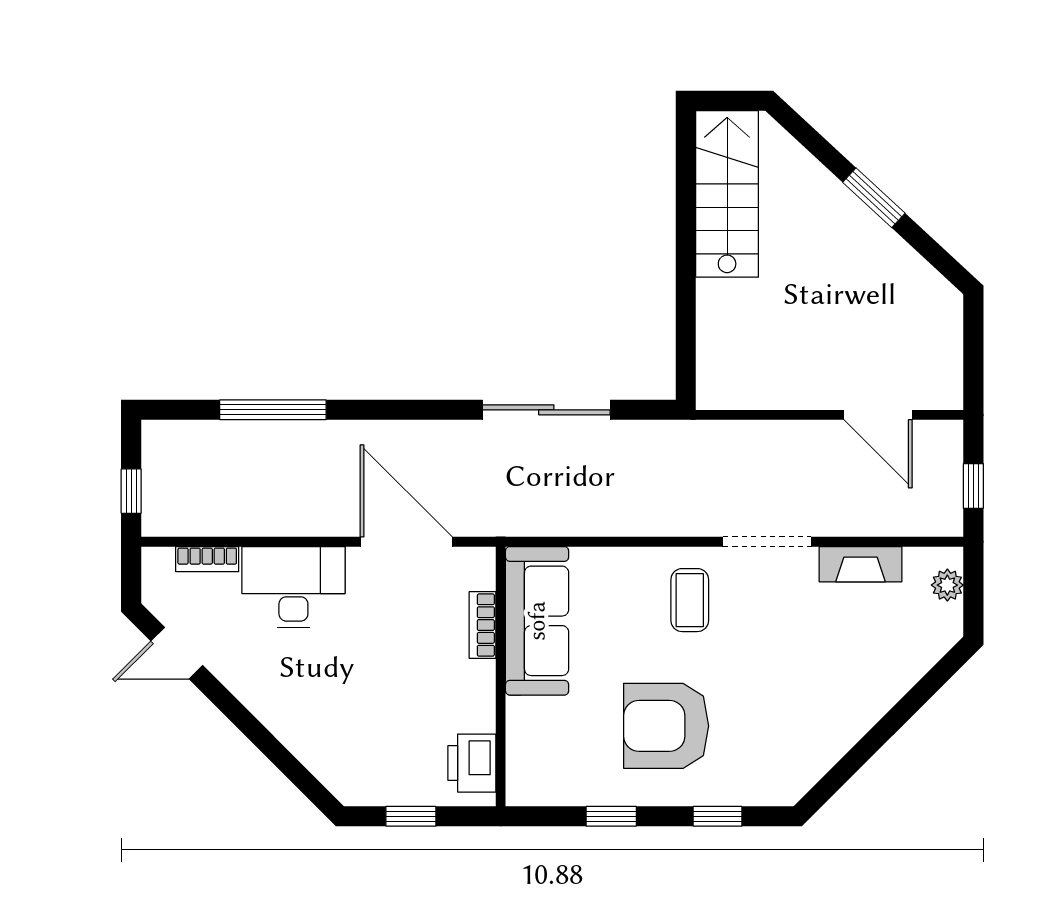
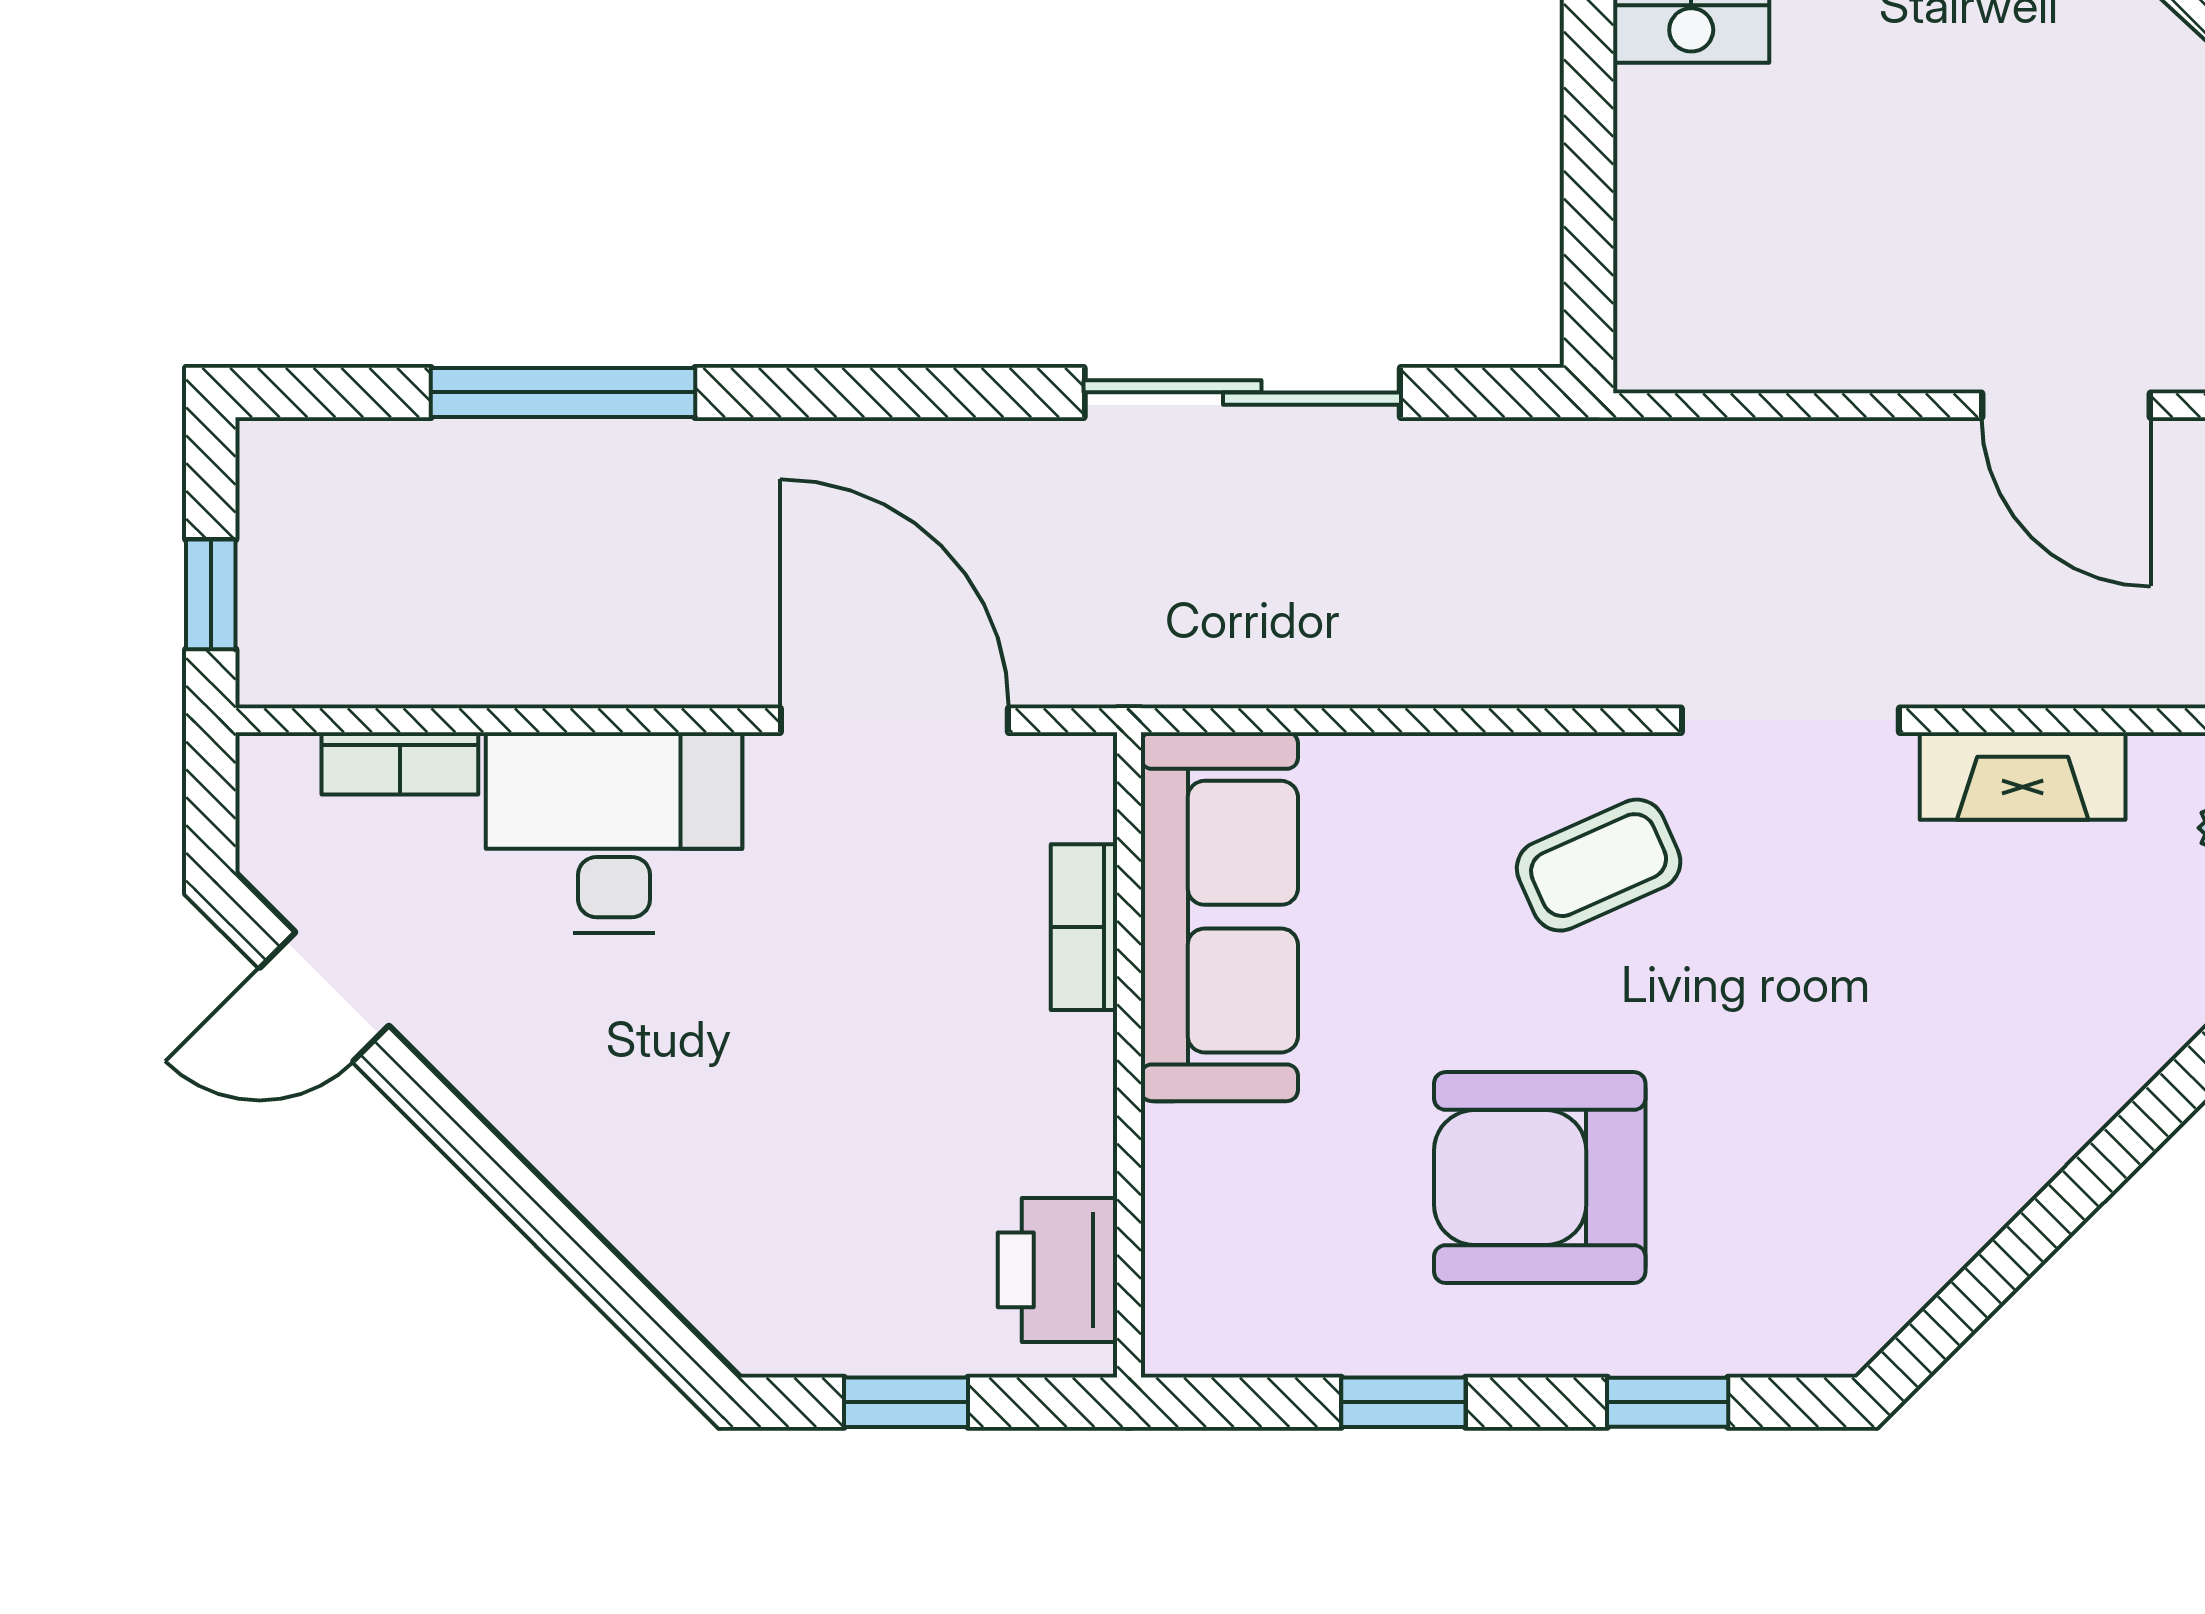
coffee table: (690, 600) -> (1599, 865), turned 66

